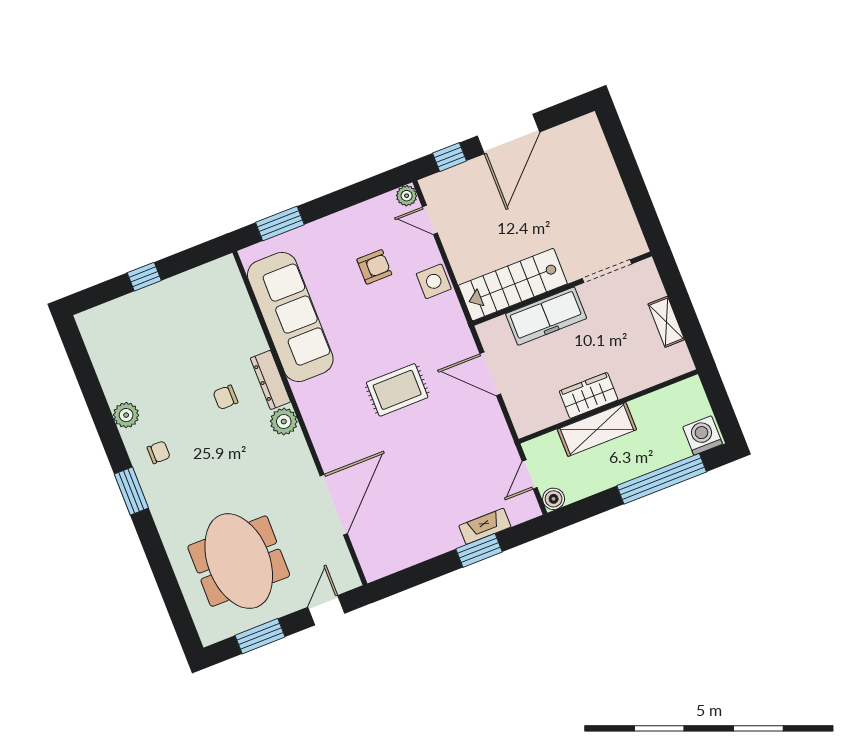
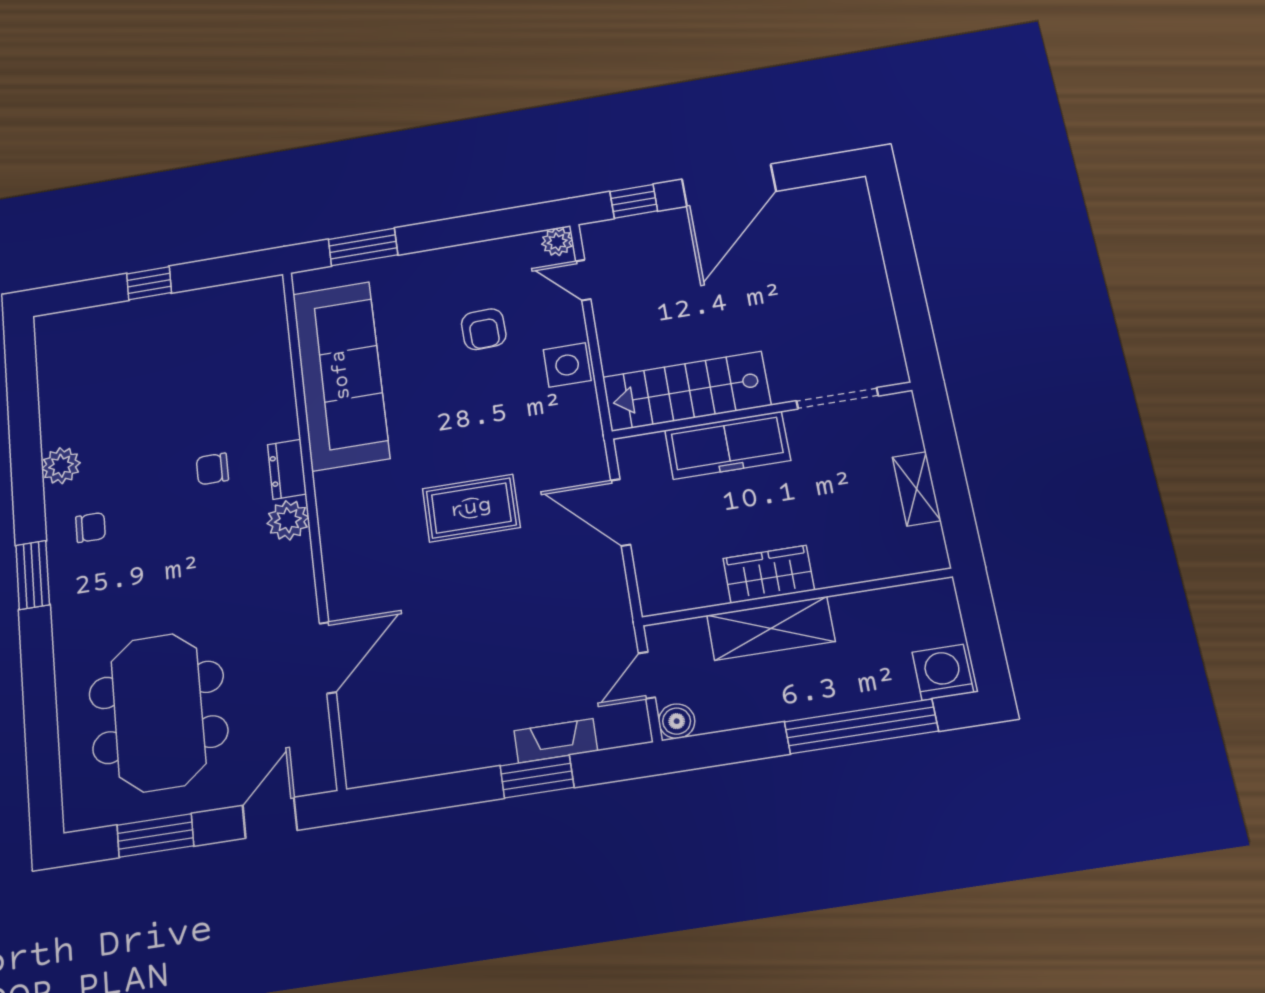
armchair: (374, 267) -> (484, 329), turned 88
dresser: (270, 380) -> (287, 469), width x0.70
door: (334, 505) -> (328, 658), width x0.73

